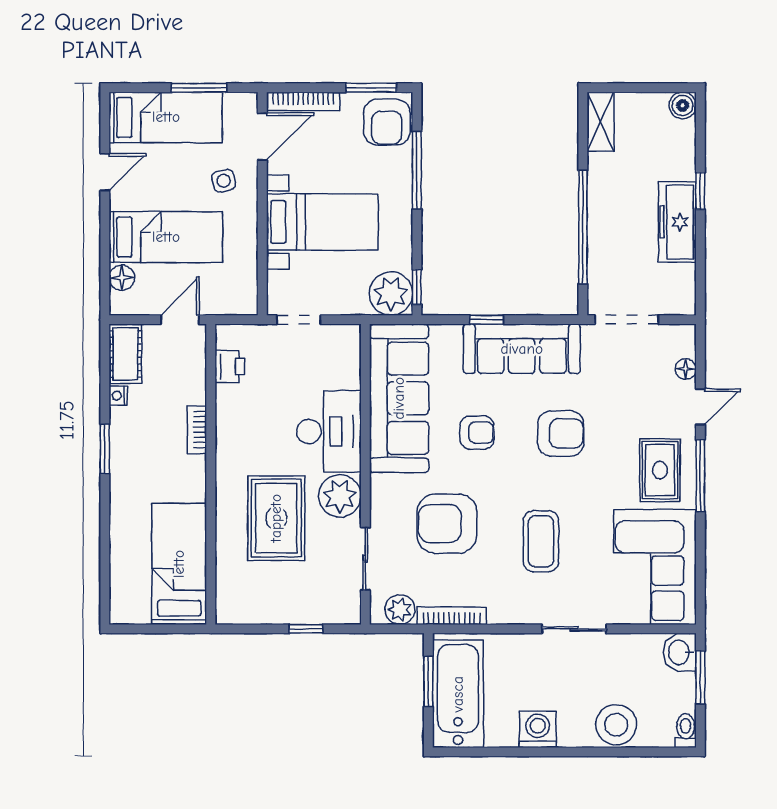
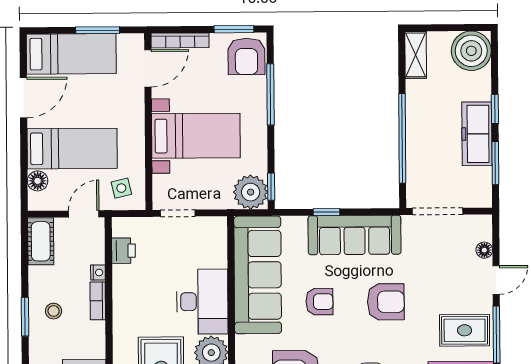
boiler: (683, 105) -> (471, 51), width x1.86, depth x1.86
door: (105, 172) -> (23, 98), width x1.37
side table: (224, 181) -> (121, 188), moved
window: (700, 259) -> (495, 163), added
nightstand: (118, 396) -> (98, 272), moved, turned 180
stool: (141, 442) -> (54, 311), added
rug: (660, 470) -> (465, 330), turned 90

